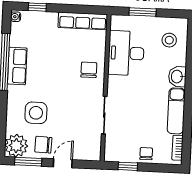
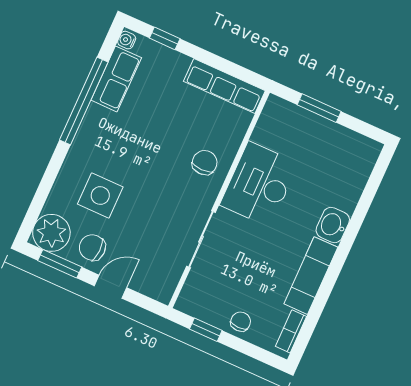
stool: (169, 40) -> (342, 166), removed
desk: (126, 53) -> (259, 184), moved
row of seats: (17, 66) -> (116, 79), moved

